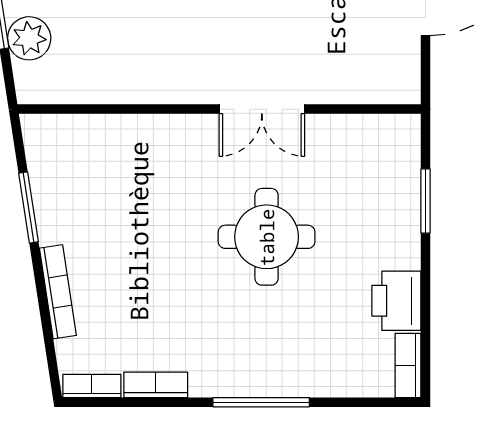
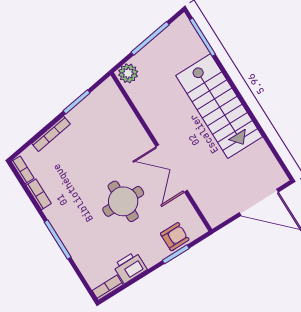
plant: (29, 38) -> (128, 73), moved
double door: (262, 109) -> (172, 168), width x1.37
armchair: (392, 182) -> (175, 237), added

